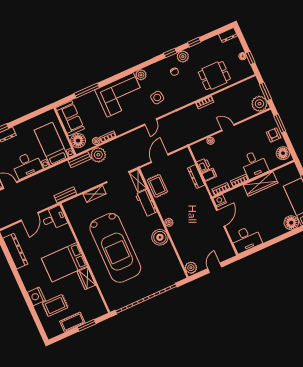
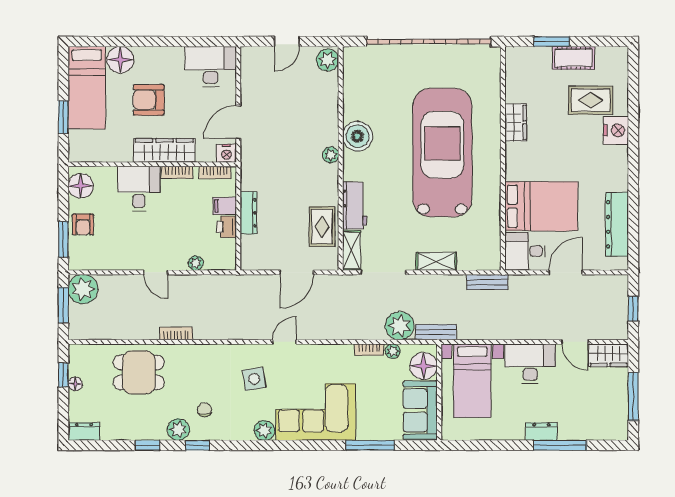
wardrobe: (260, 184) -> (164, 150), moved
armchair: (269, 209) -> (149, 100), added
bed: (64, 262) -> (541, 206), moved

